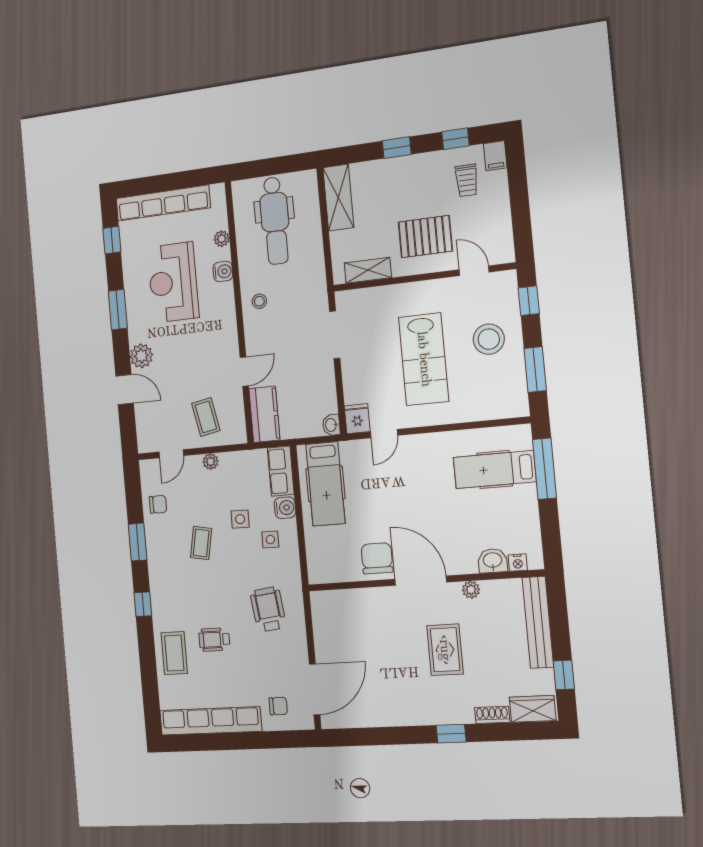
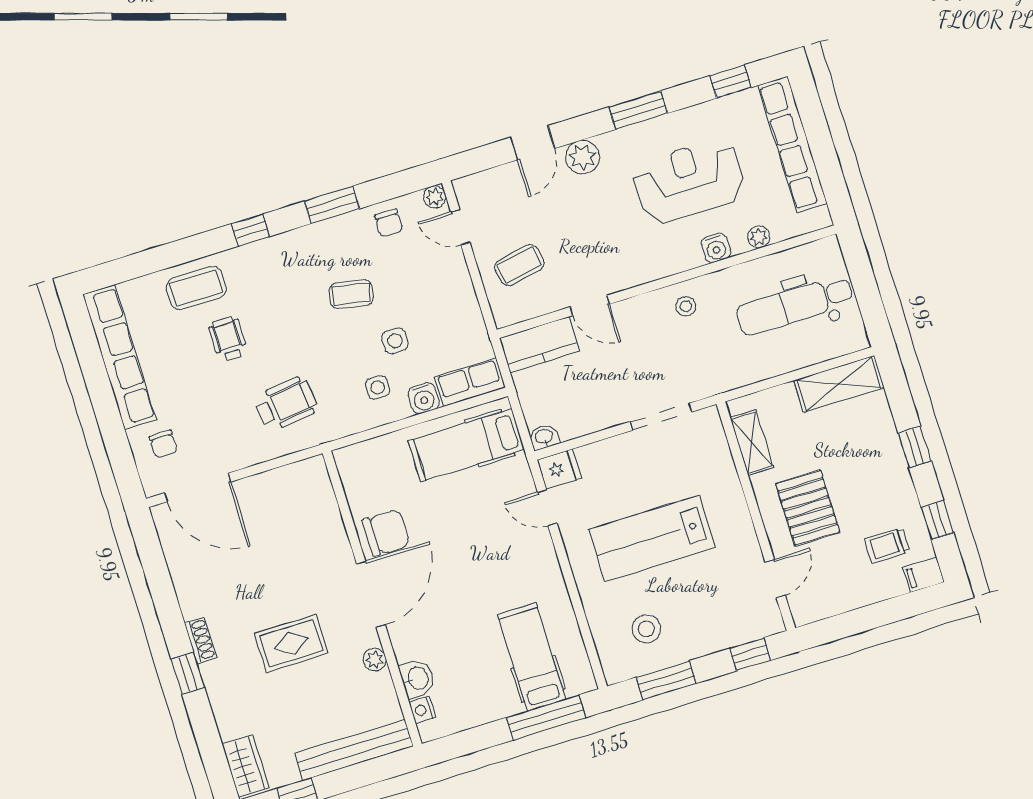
stool: (489, 339) -> (646, 629), moved, width x0.73, depth x0.73
plant: (211, 462) -> (435, 197), moved
shoe rack: (492, 715) -> (201, 640), moved

